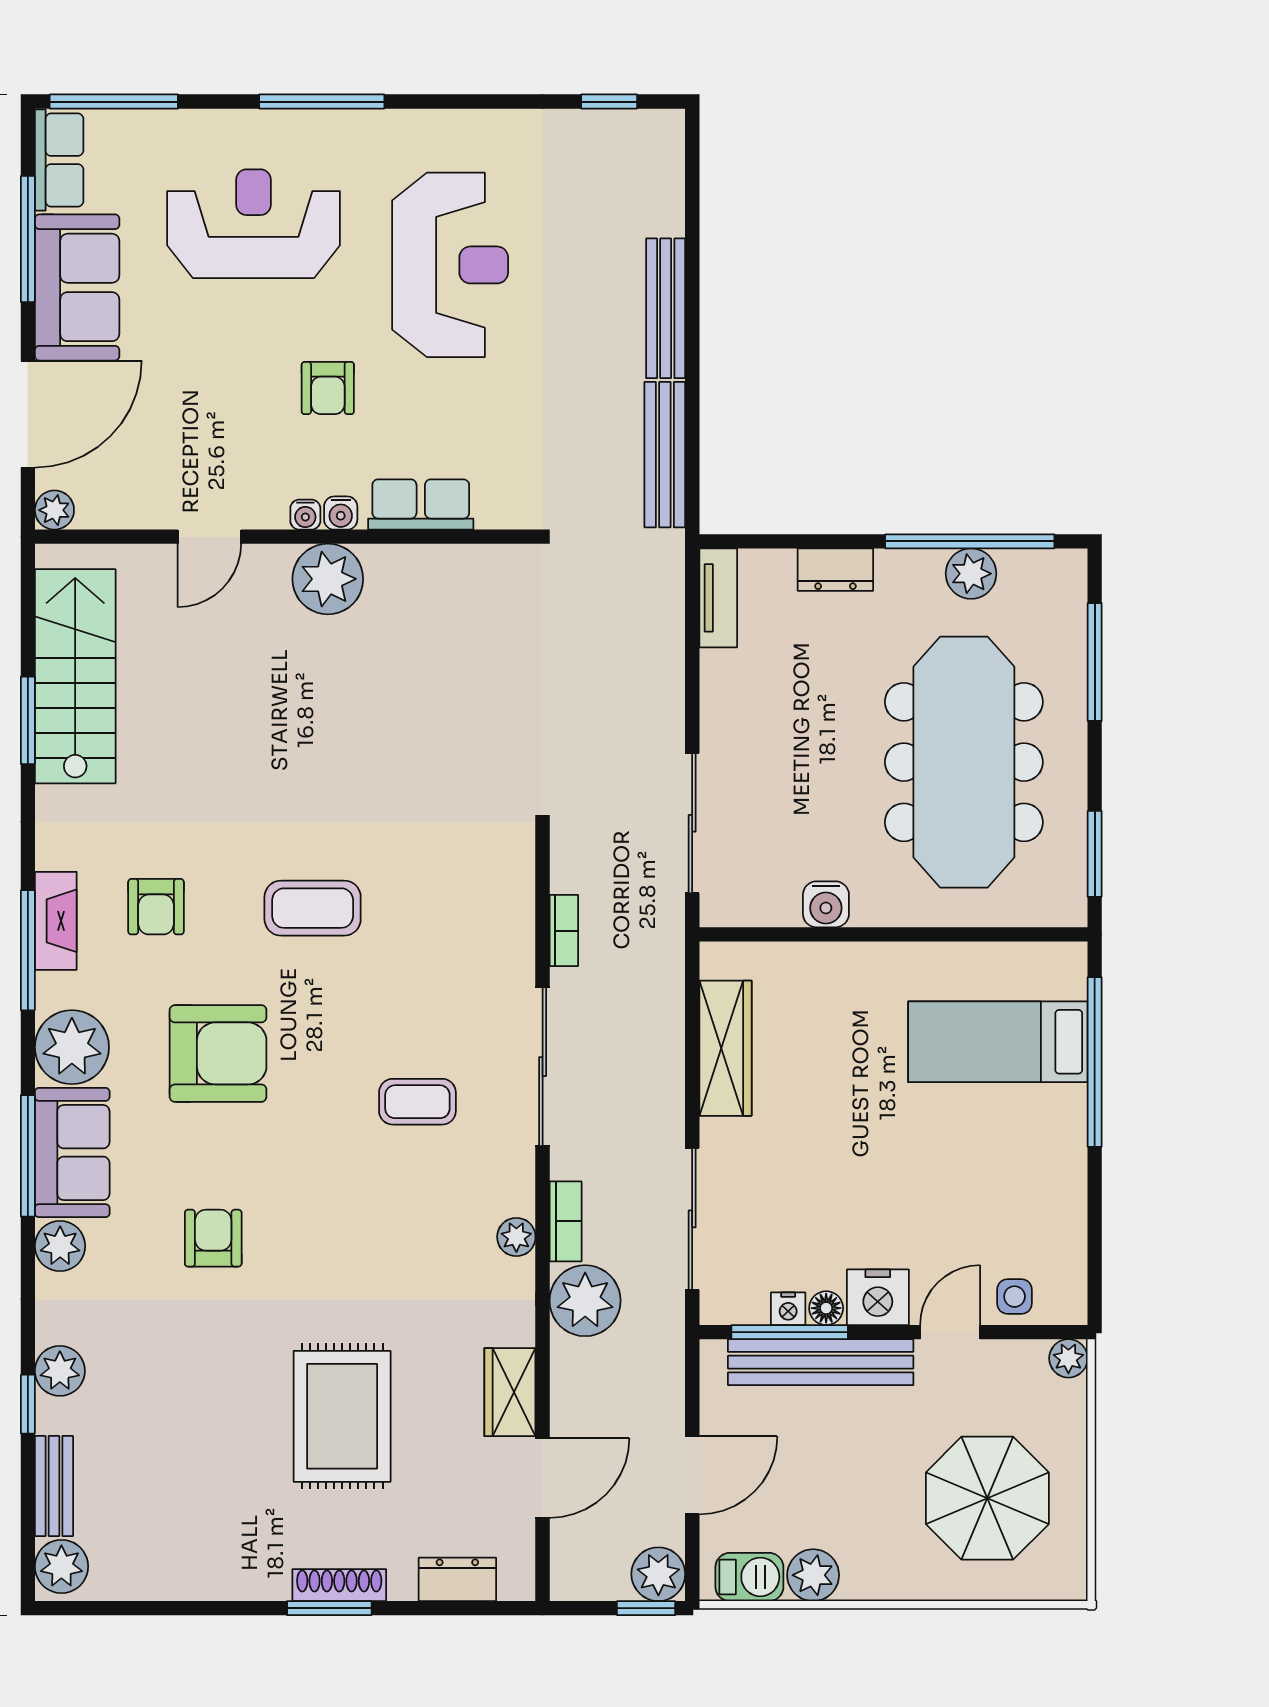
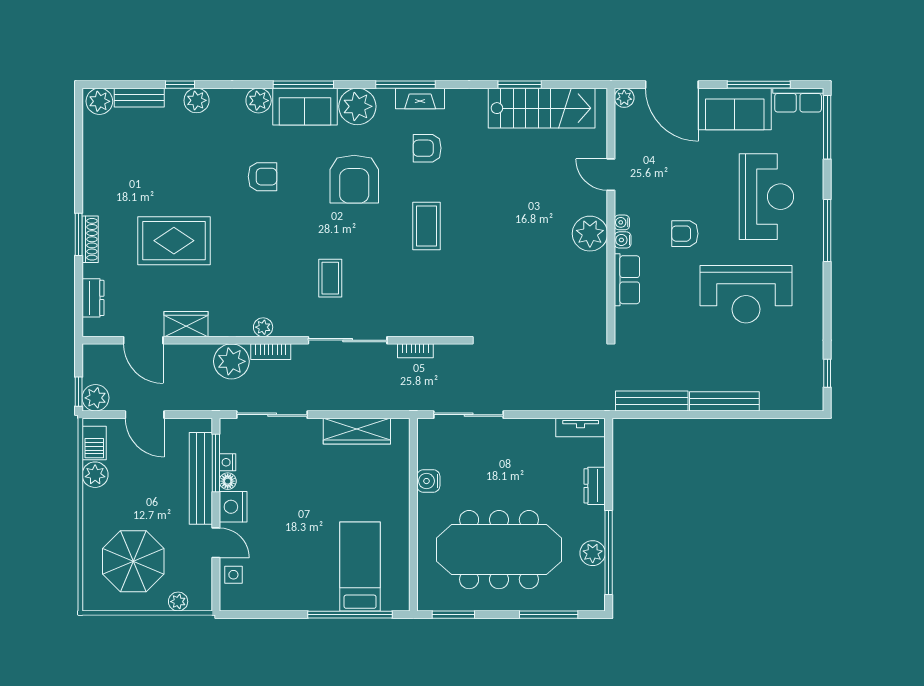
plant: (1068, 1358) -> (178, 602), moved

